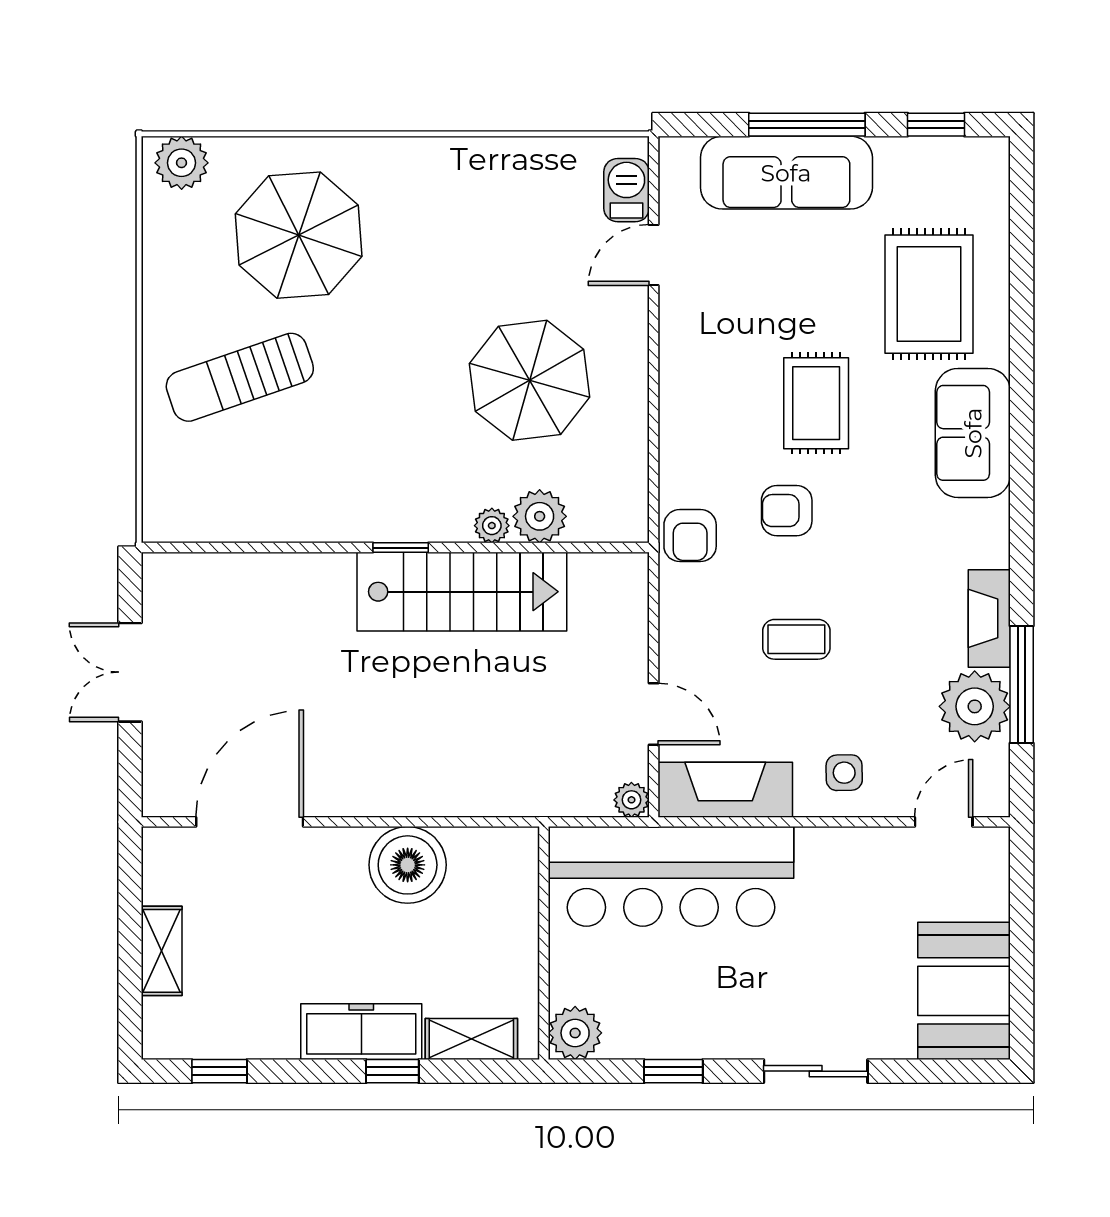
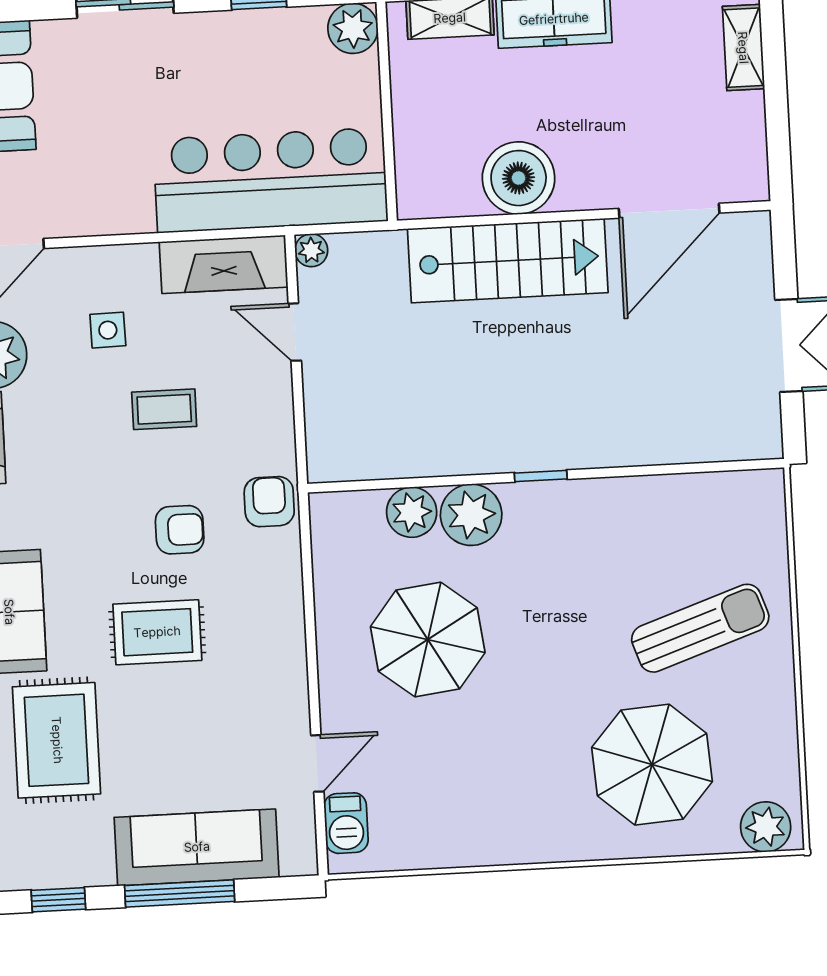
rug: (816, 403) -> (157, 632), turned 90
plant: (492, 526) -> (471, 515), width x1.88, depth x1.88
stairs: (462, 592) -> (508, 261), moved, turned 180
side table: (844, 773) -> (108, 330), moved
shelving: (162, 951) -> (743, 48), moved

